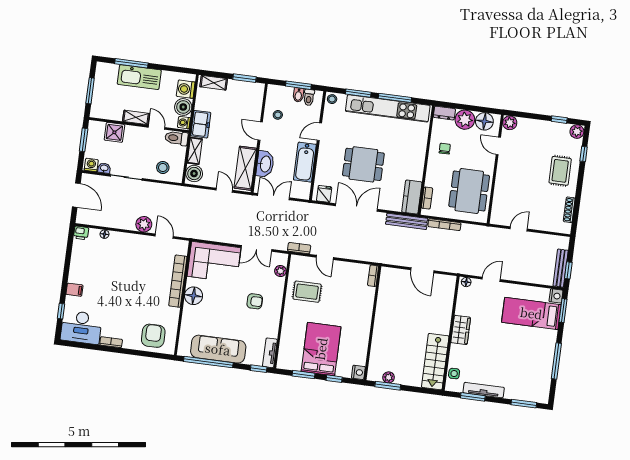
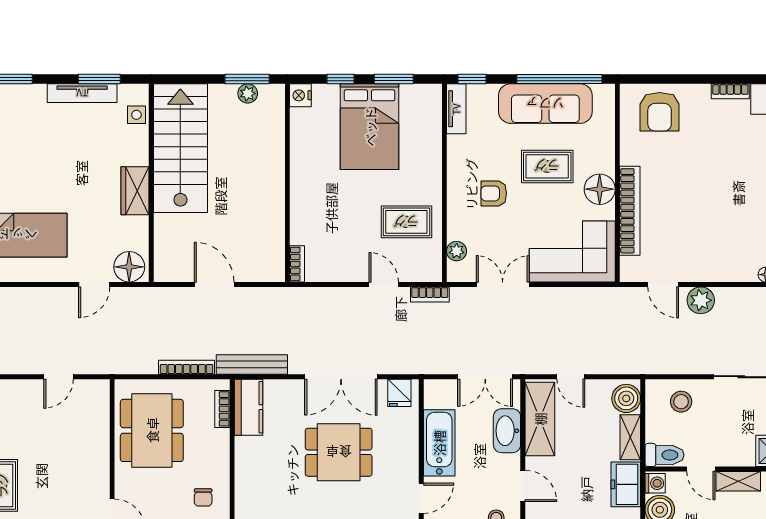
floor lamp: (466, 282) -> (129, 267), width x1.89, depth x1.89
rug: (222, 313) -> (547, 166), added
stairs: (435, 362) -> (180, 148), width x1.36, depth x1.51

